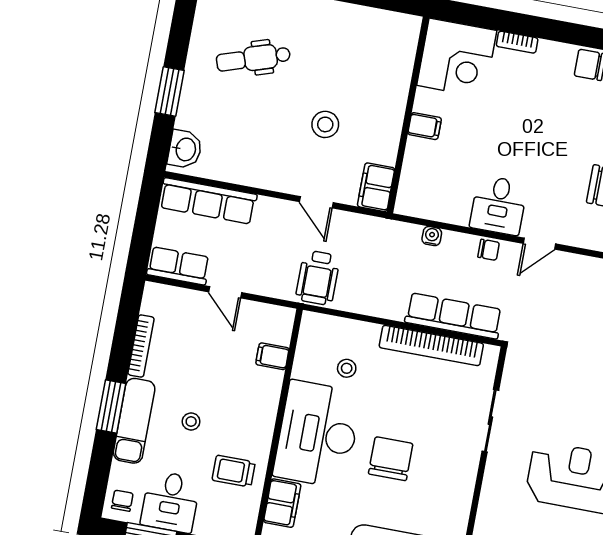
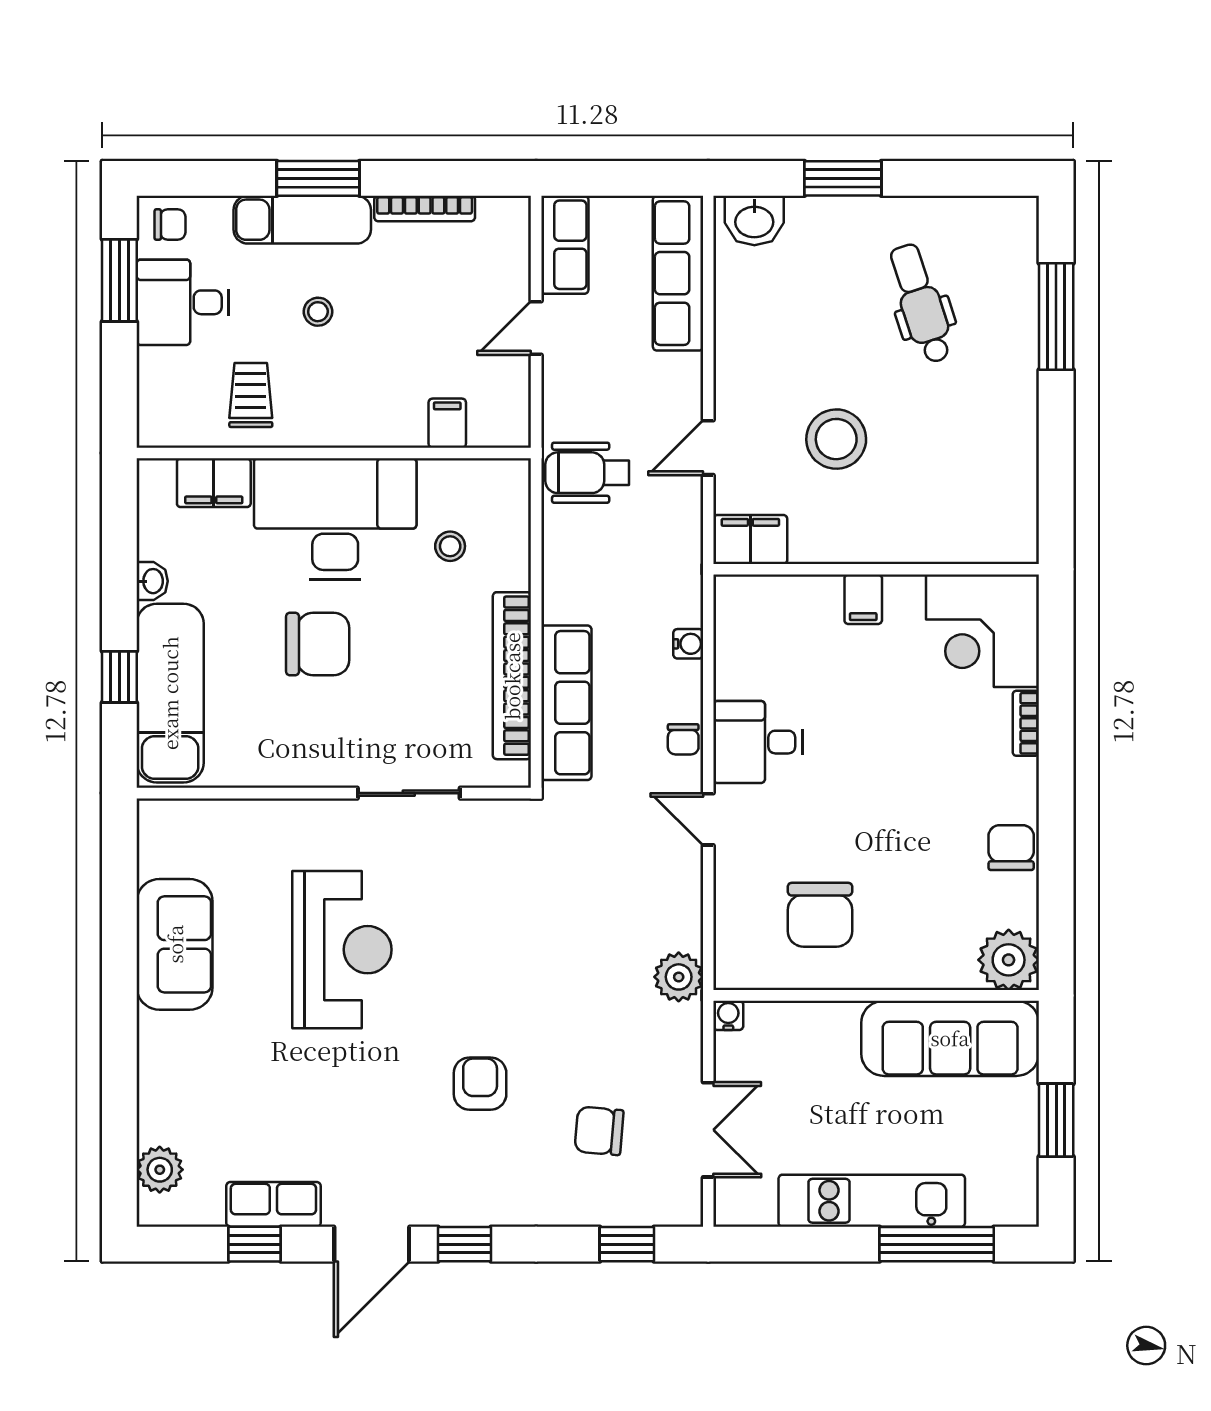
stool: (325, 124) -> (836, 439), width x1.38, depth x1.38

